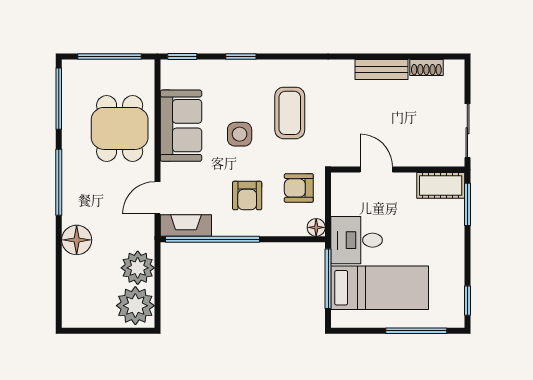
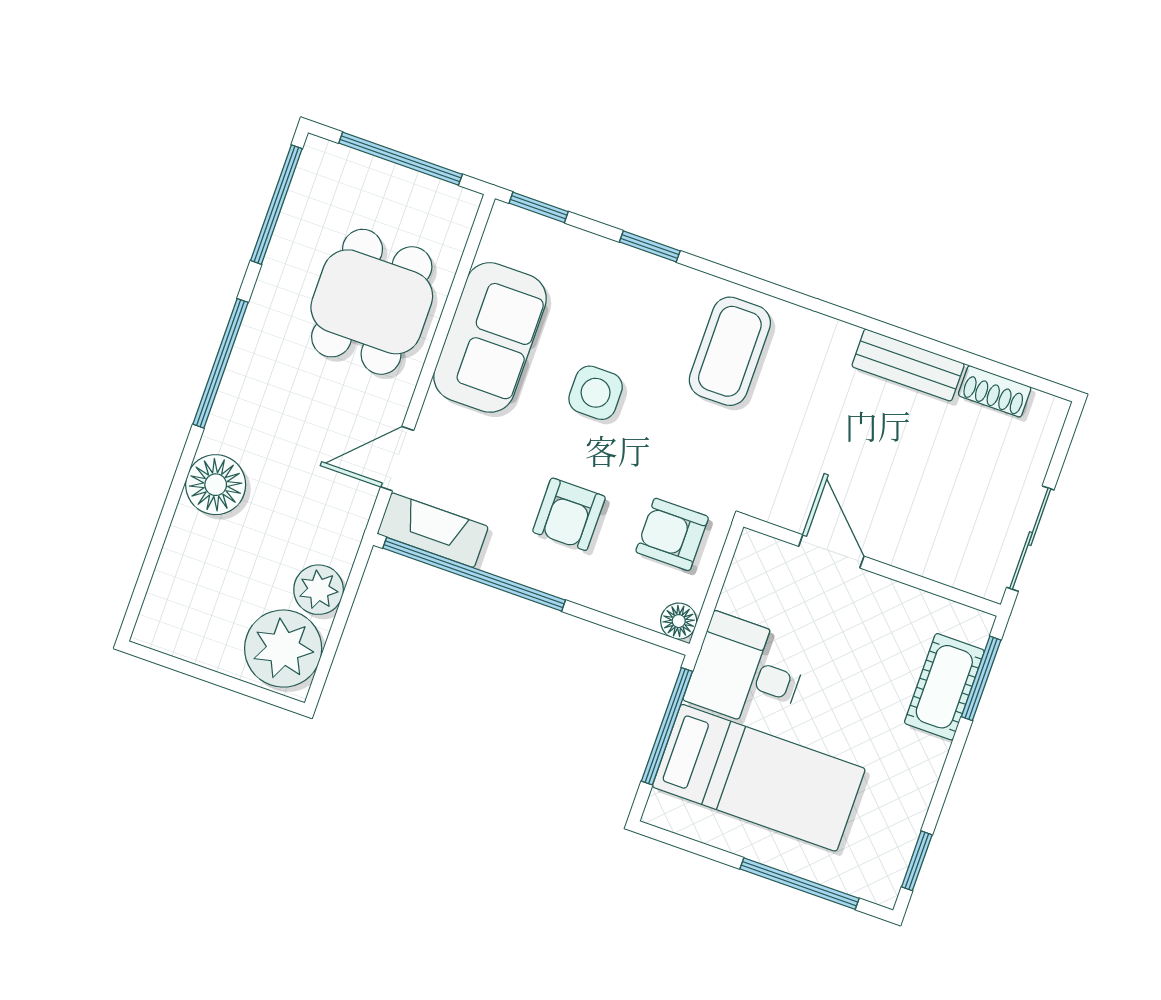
coffee table: (290, 113) -> (730, 351), moved
cot: (441, 185) -> (944, 687), moved, turned 90
plant: (138, 268) -> (319, 590), width x0.73, depth x0.73

